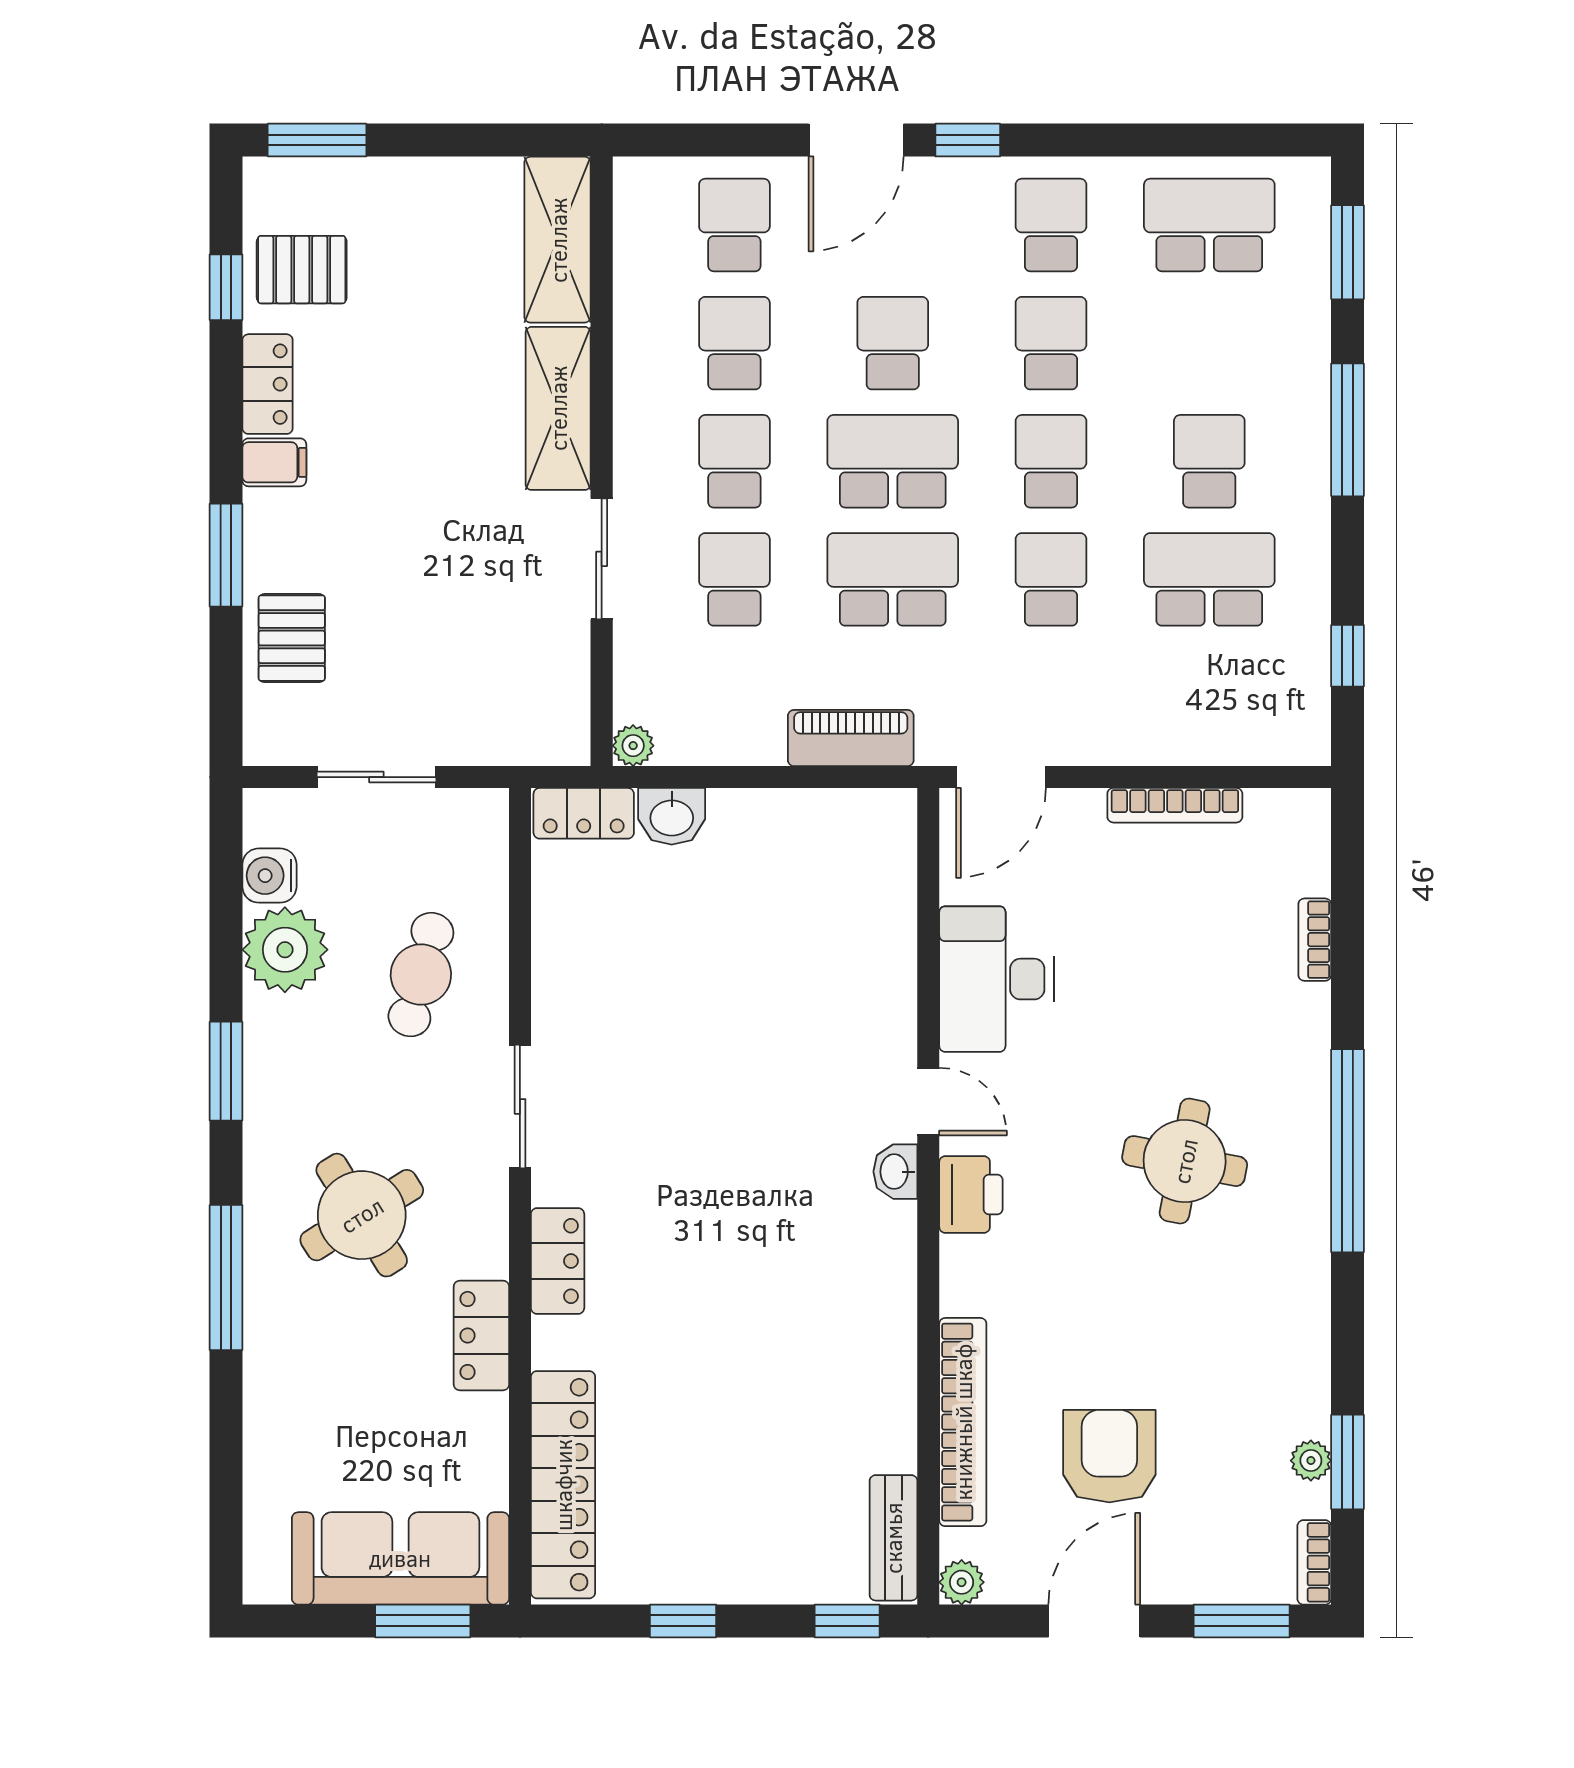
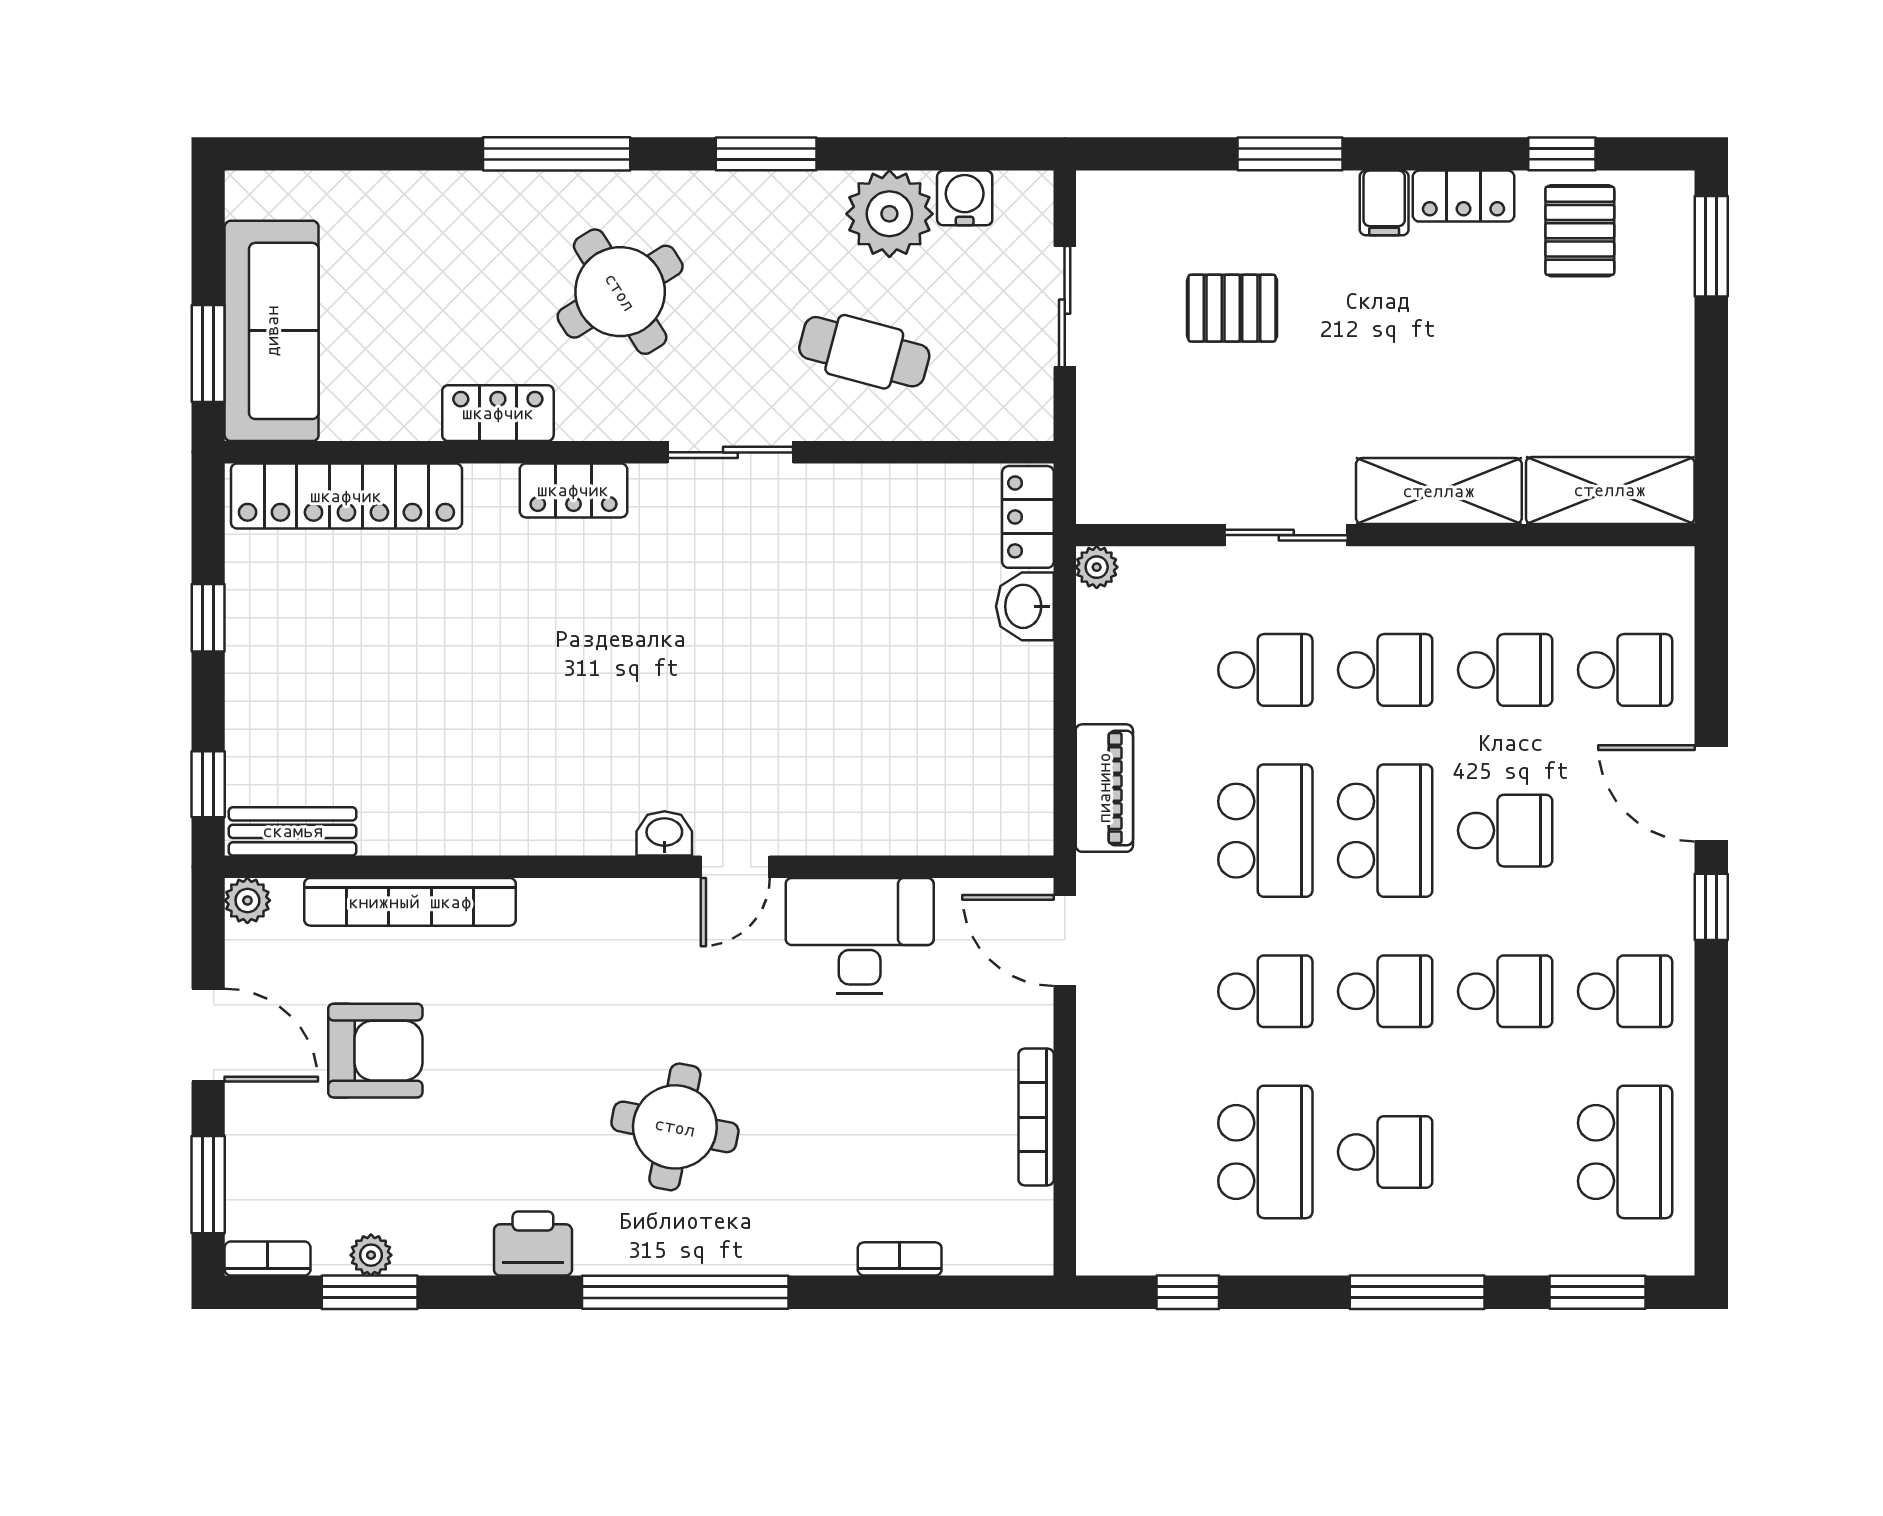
pallet: (292, 638) -> (1232, 308), moved
printer: (971, 1194) -> (533, 1243), moved, turned 180

